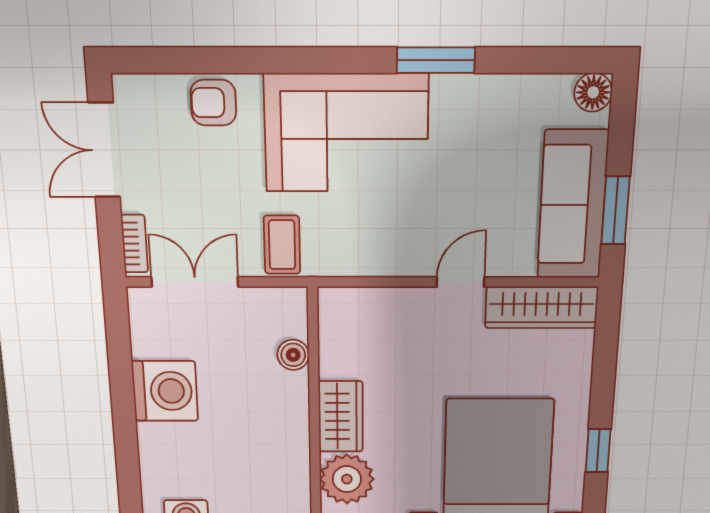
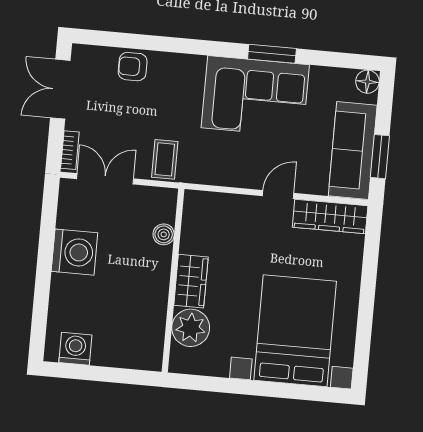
corner sofa: (346, 133) -> (255, 96), moved
window: (598, 451) -> (365, 322), removed

